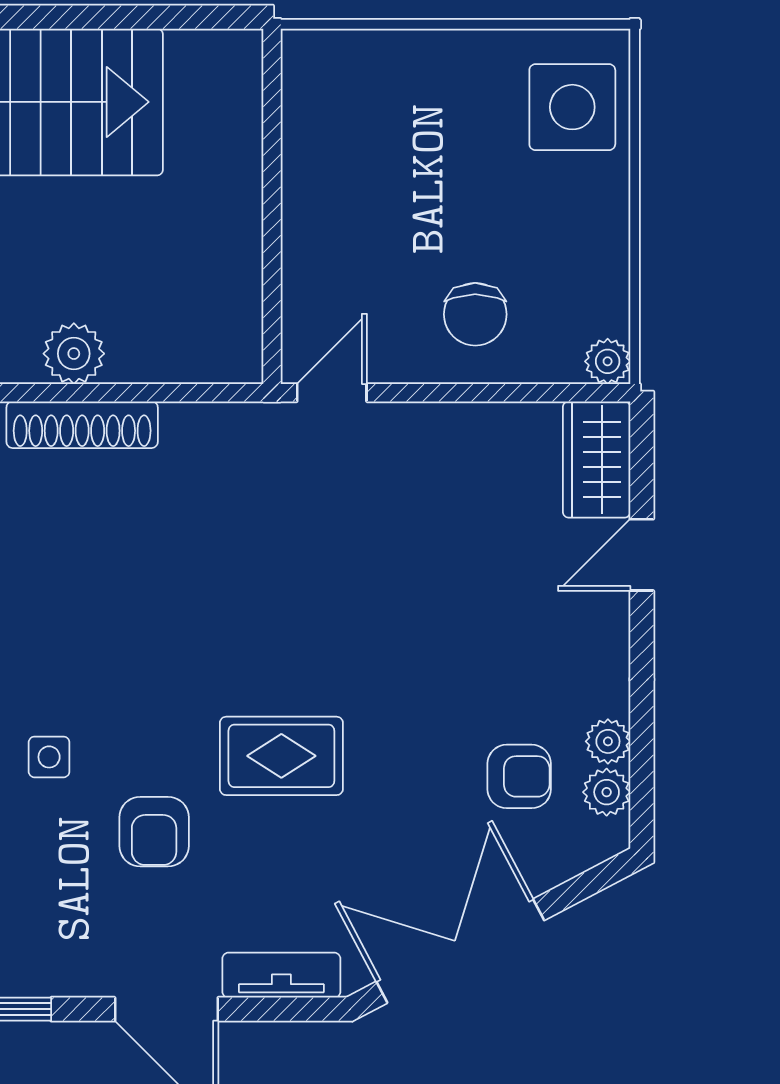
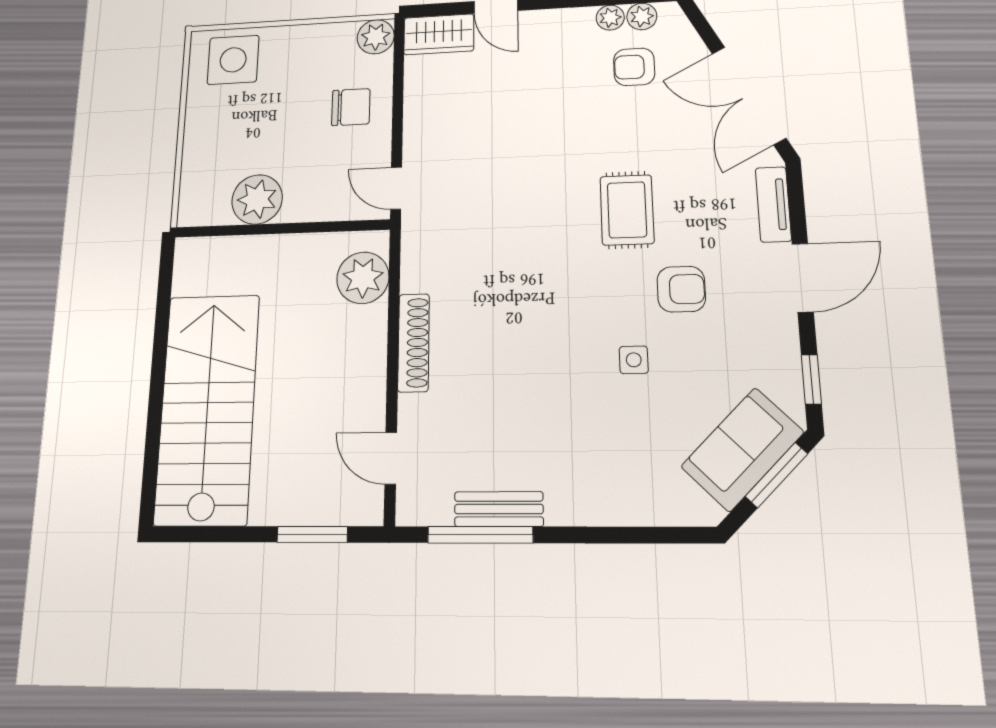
plant: (323, 163) -> (257, 199), added
plant: (74, 354) -> (363, 278), moved, width x1.36, depth x1.36
plant: (608, 361) -> (376, 37), width x1.38, depth x1.38
armchair: (519, 776) -> (634, 67), turned -90

